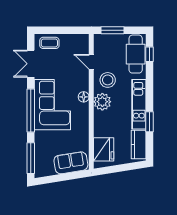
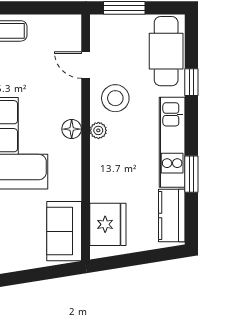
window: (149, 54) -> (191, 82), moved
plant: (102, 102) -> (98, 130), width x0.53, depth x0.53
sofa: (71, 163) -> (64, 231), moved, turned -81

